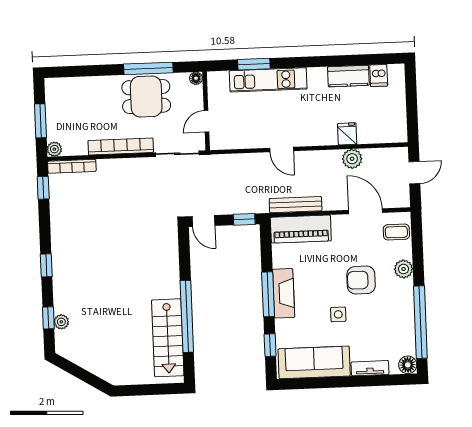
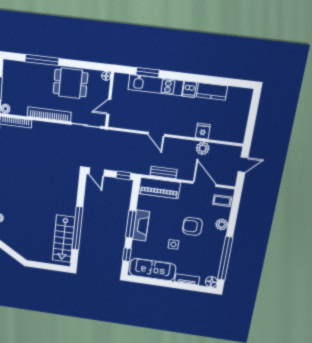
window: (148, 68) -> (42, 60), moved
dishwasher: (379, 76) -> (189, 89), moved
bench: (296, 205) -> (164, 172), width x0.73

